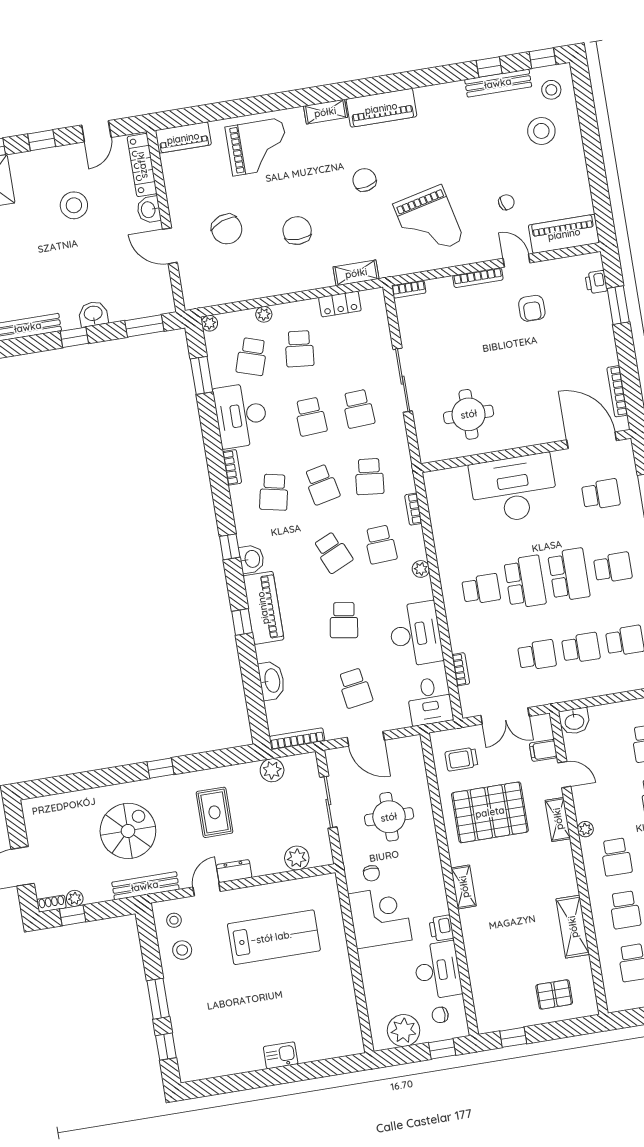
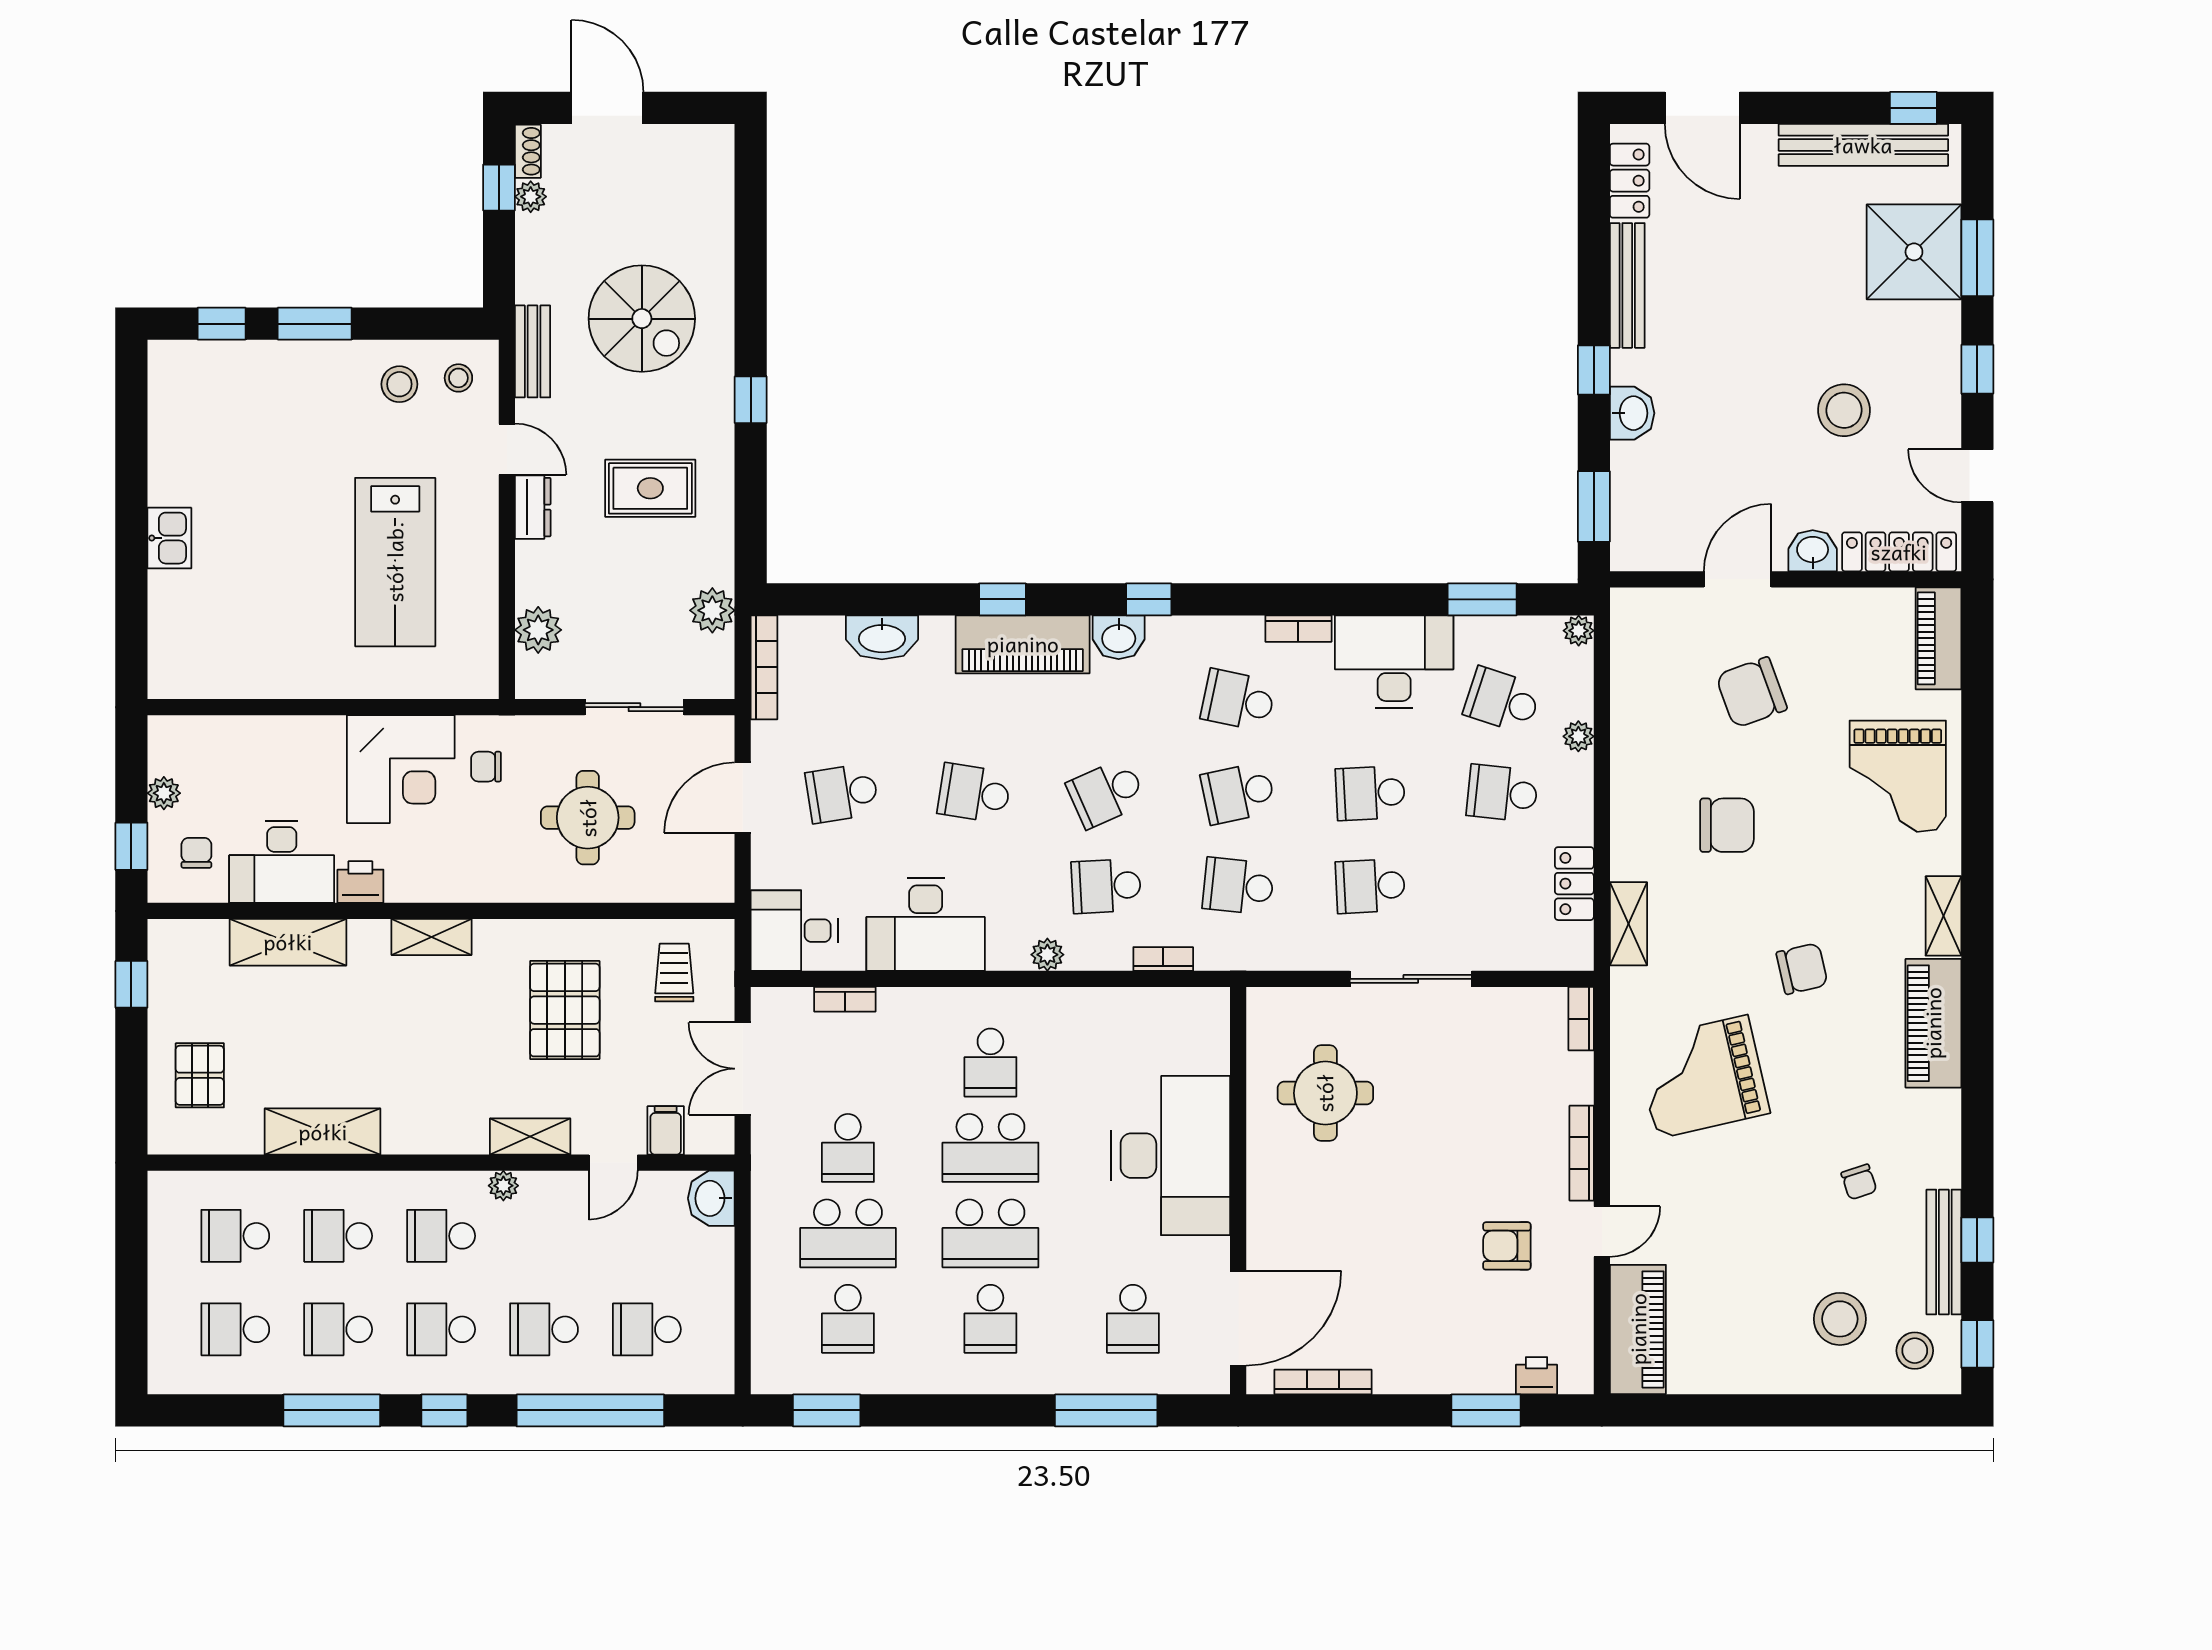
chair: (506, 202) -> (1859, 1182), moved
school desk: (581, 648) -> (848, 1233), width x1.85
pallet: (490, 812) -> (565, 1010), width x0.73, depth x0.71
bench: (145, 886) -> (533, 351), width x0.73
shelving: (478, 960) -> (288, 942), added
plant: (404, 1031) -> (164, 793), width x0.53, depth x0.53

